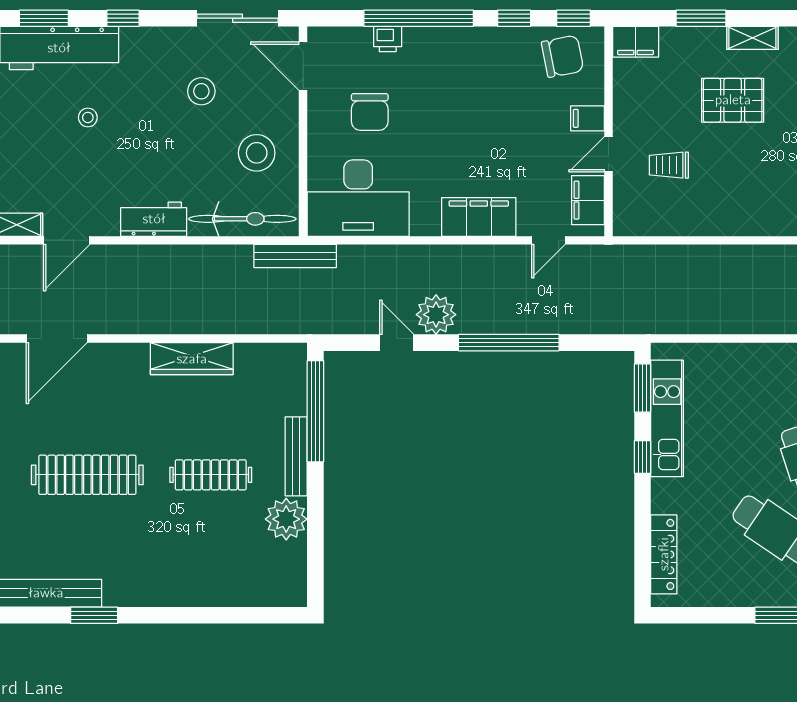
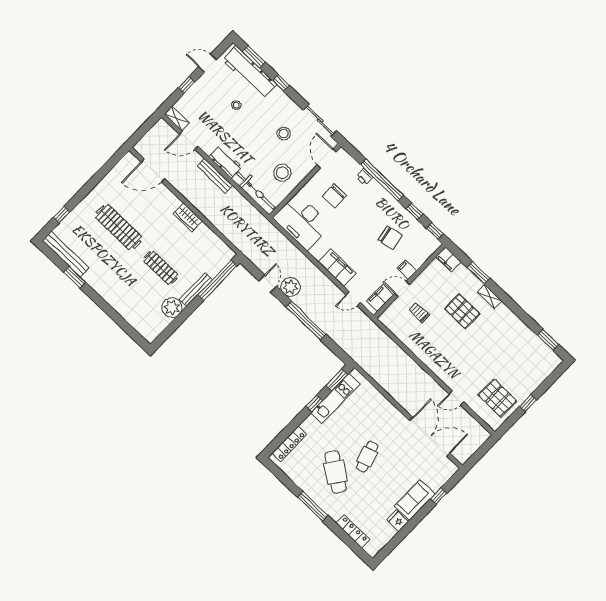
chair: (562, 56) -> (390, 238), moved
bench: (295, 256) -> (215, 176), moved
wardrobe: (192, 359) -> (188, 217), width x0.67

